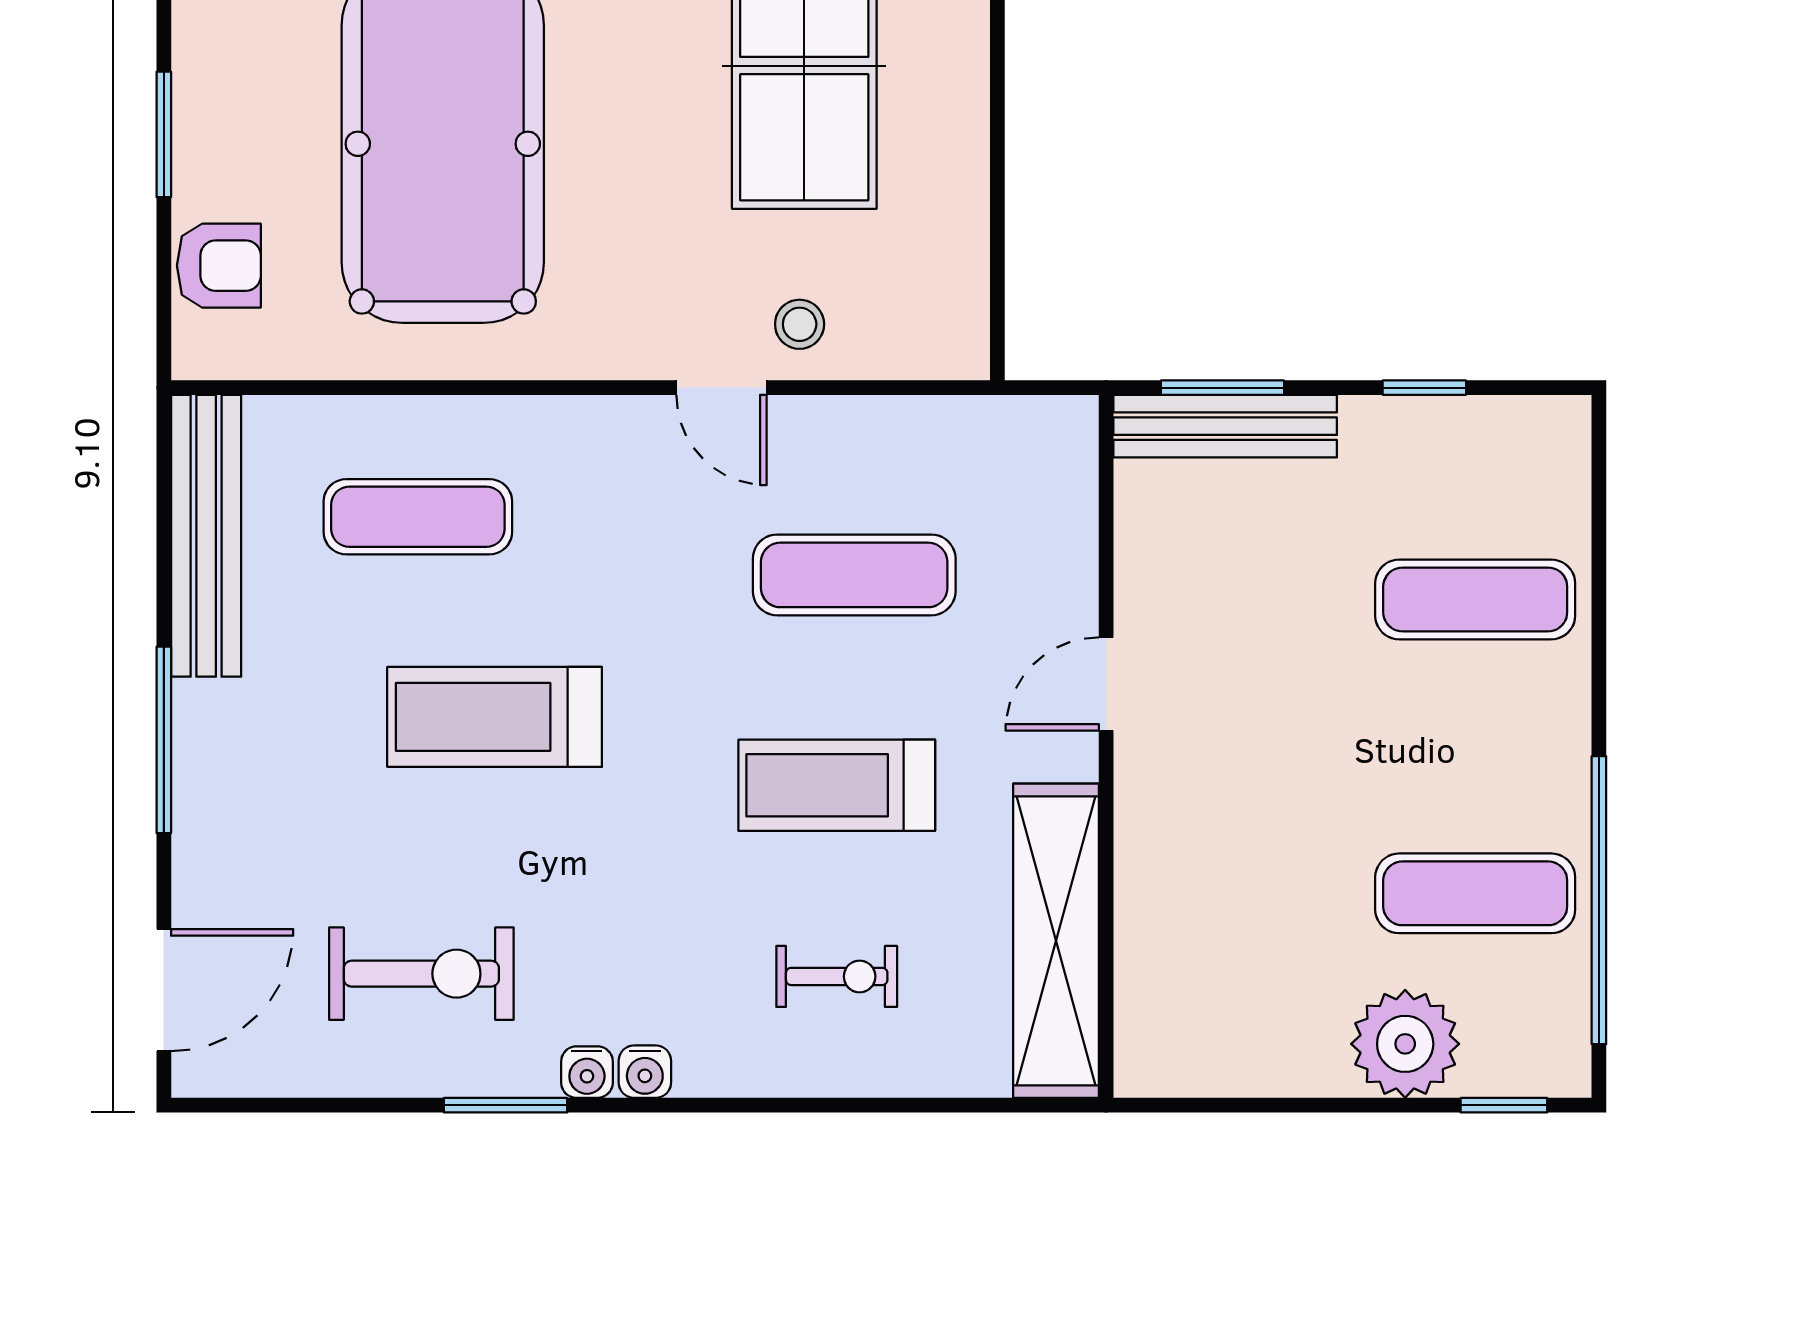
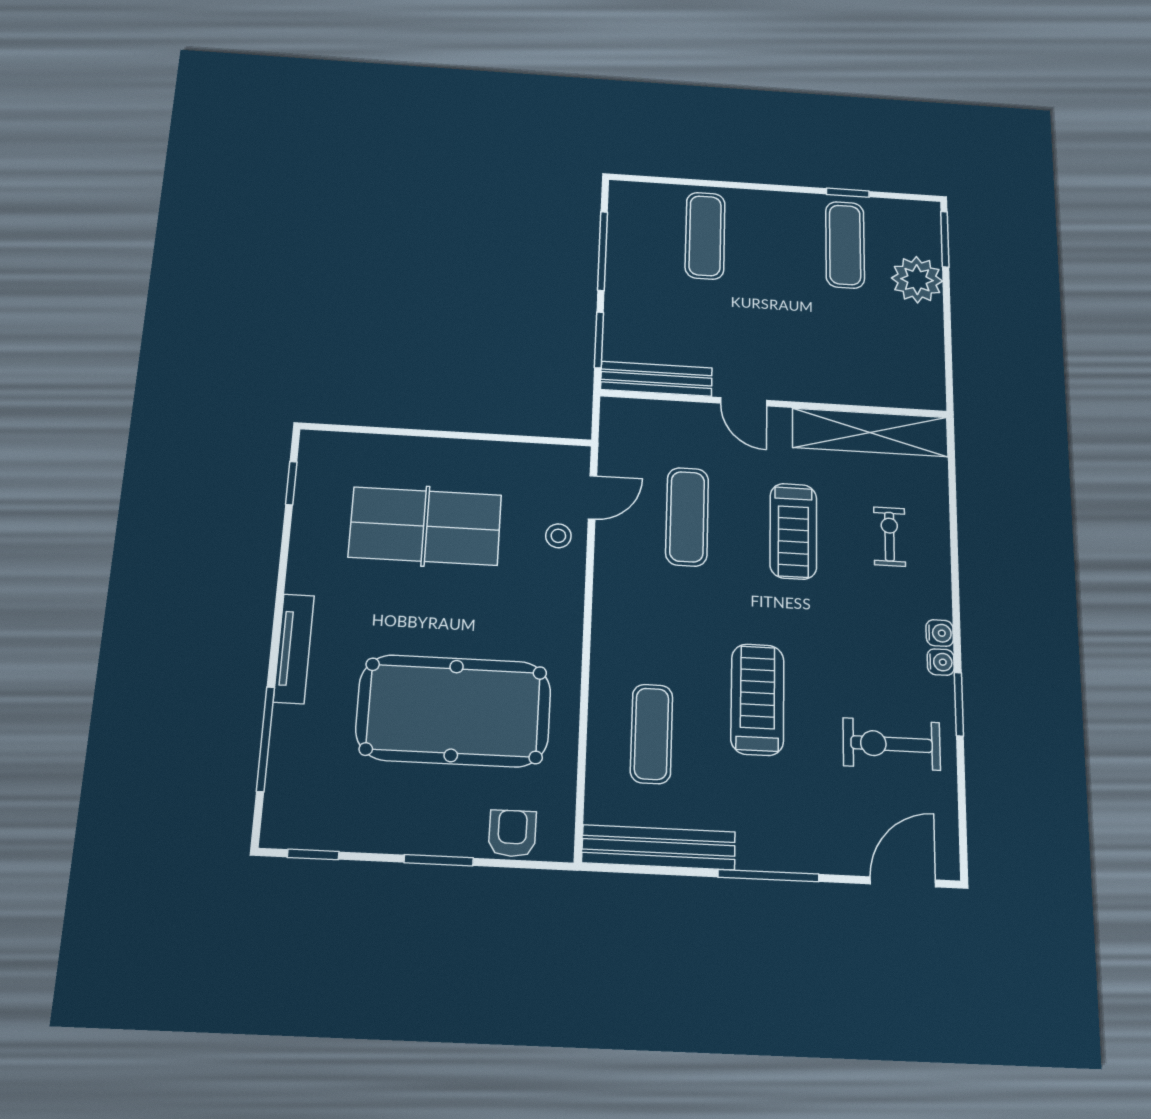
door: (722, 388) -> (593, 497), moved
window: (1424, 388) -> (603, 251), width x2.17
bench: (1225, 426) -> (656, 379), moved, turned 90
treadmill: (495, 717) -> (757, 699), turned 180
window: (1599, 900) -> (848, 193), width x0.32
exercise bike: (421, 974) -> (892, 744), turned -90
door: (164, 990) -> (903, 882), hinge flipped
window: (1504, 1105) -> (945, 239), width x1.50

